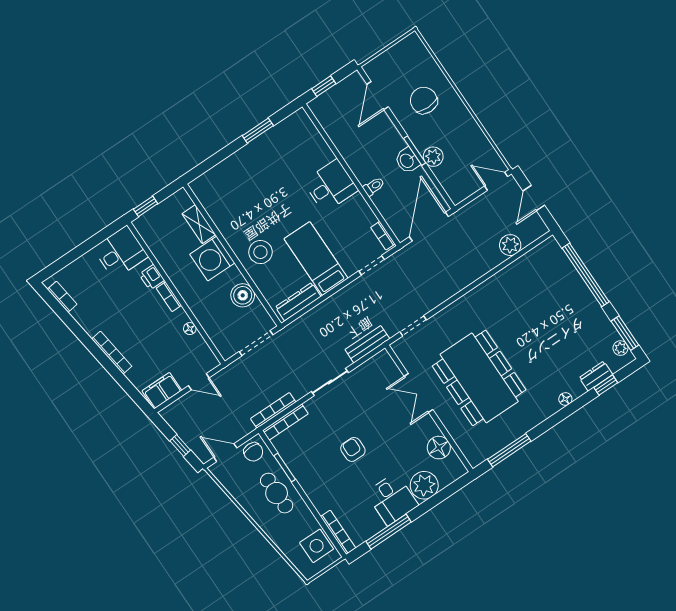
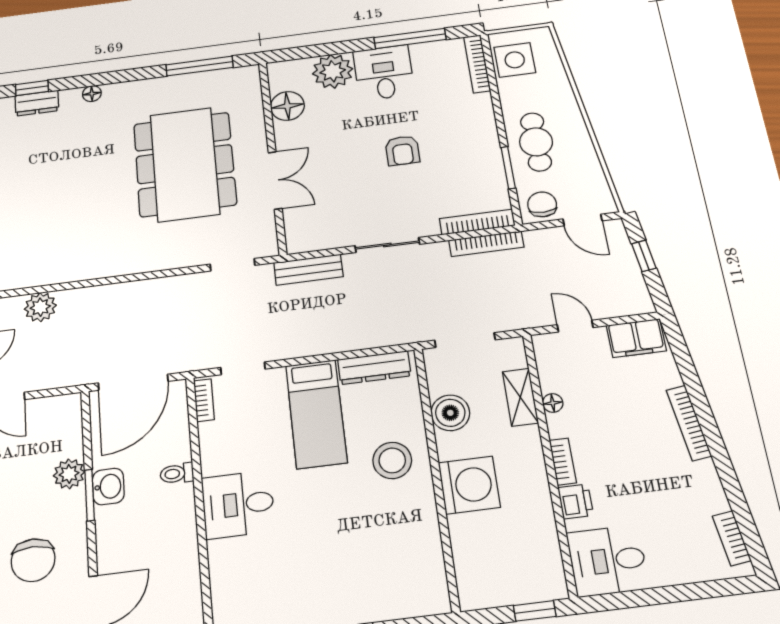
shelving: (199, 224) -> (520, 397), moved

